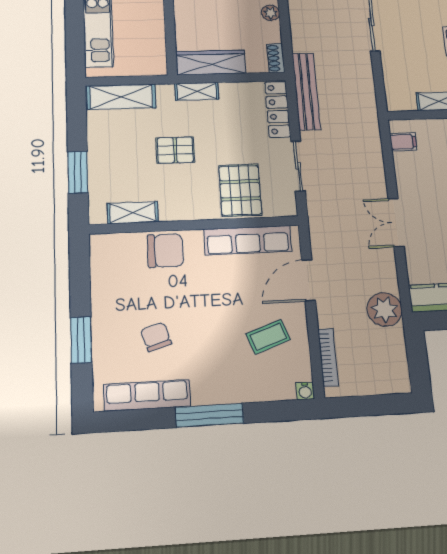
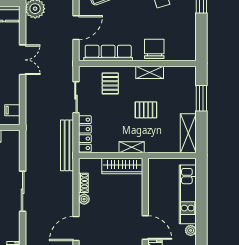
shoe rack: (276, 58) -> (83, 183), moved
shelving: (121, 97) -> (188, 133), moved, turned 90
pallet: (240, 190) -> (110, 83), width x0.67, depth x0.71
shelving: (133, 213) -> (150, 72), moved
chair: (165, 251) -> (154, 49), turned 90

